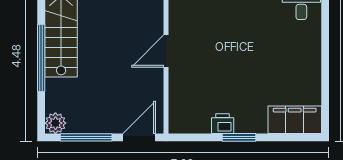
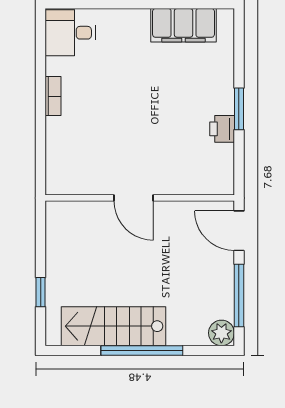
filing cabinet: (295, 120) -> (183, 25), moved, turned -90

